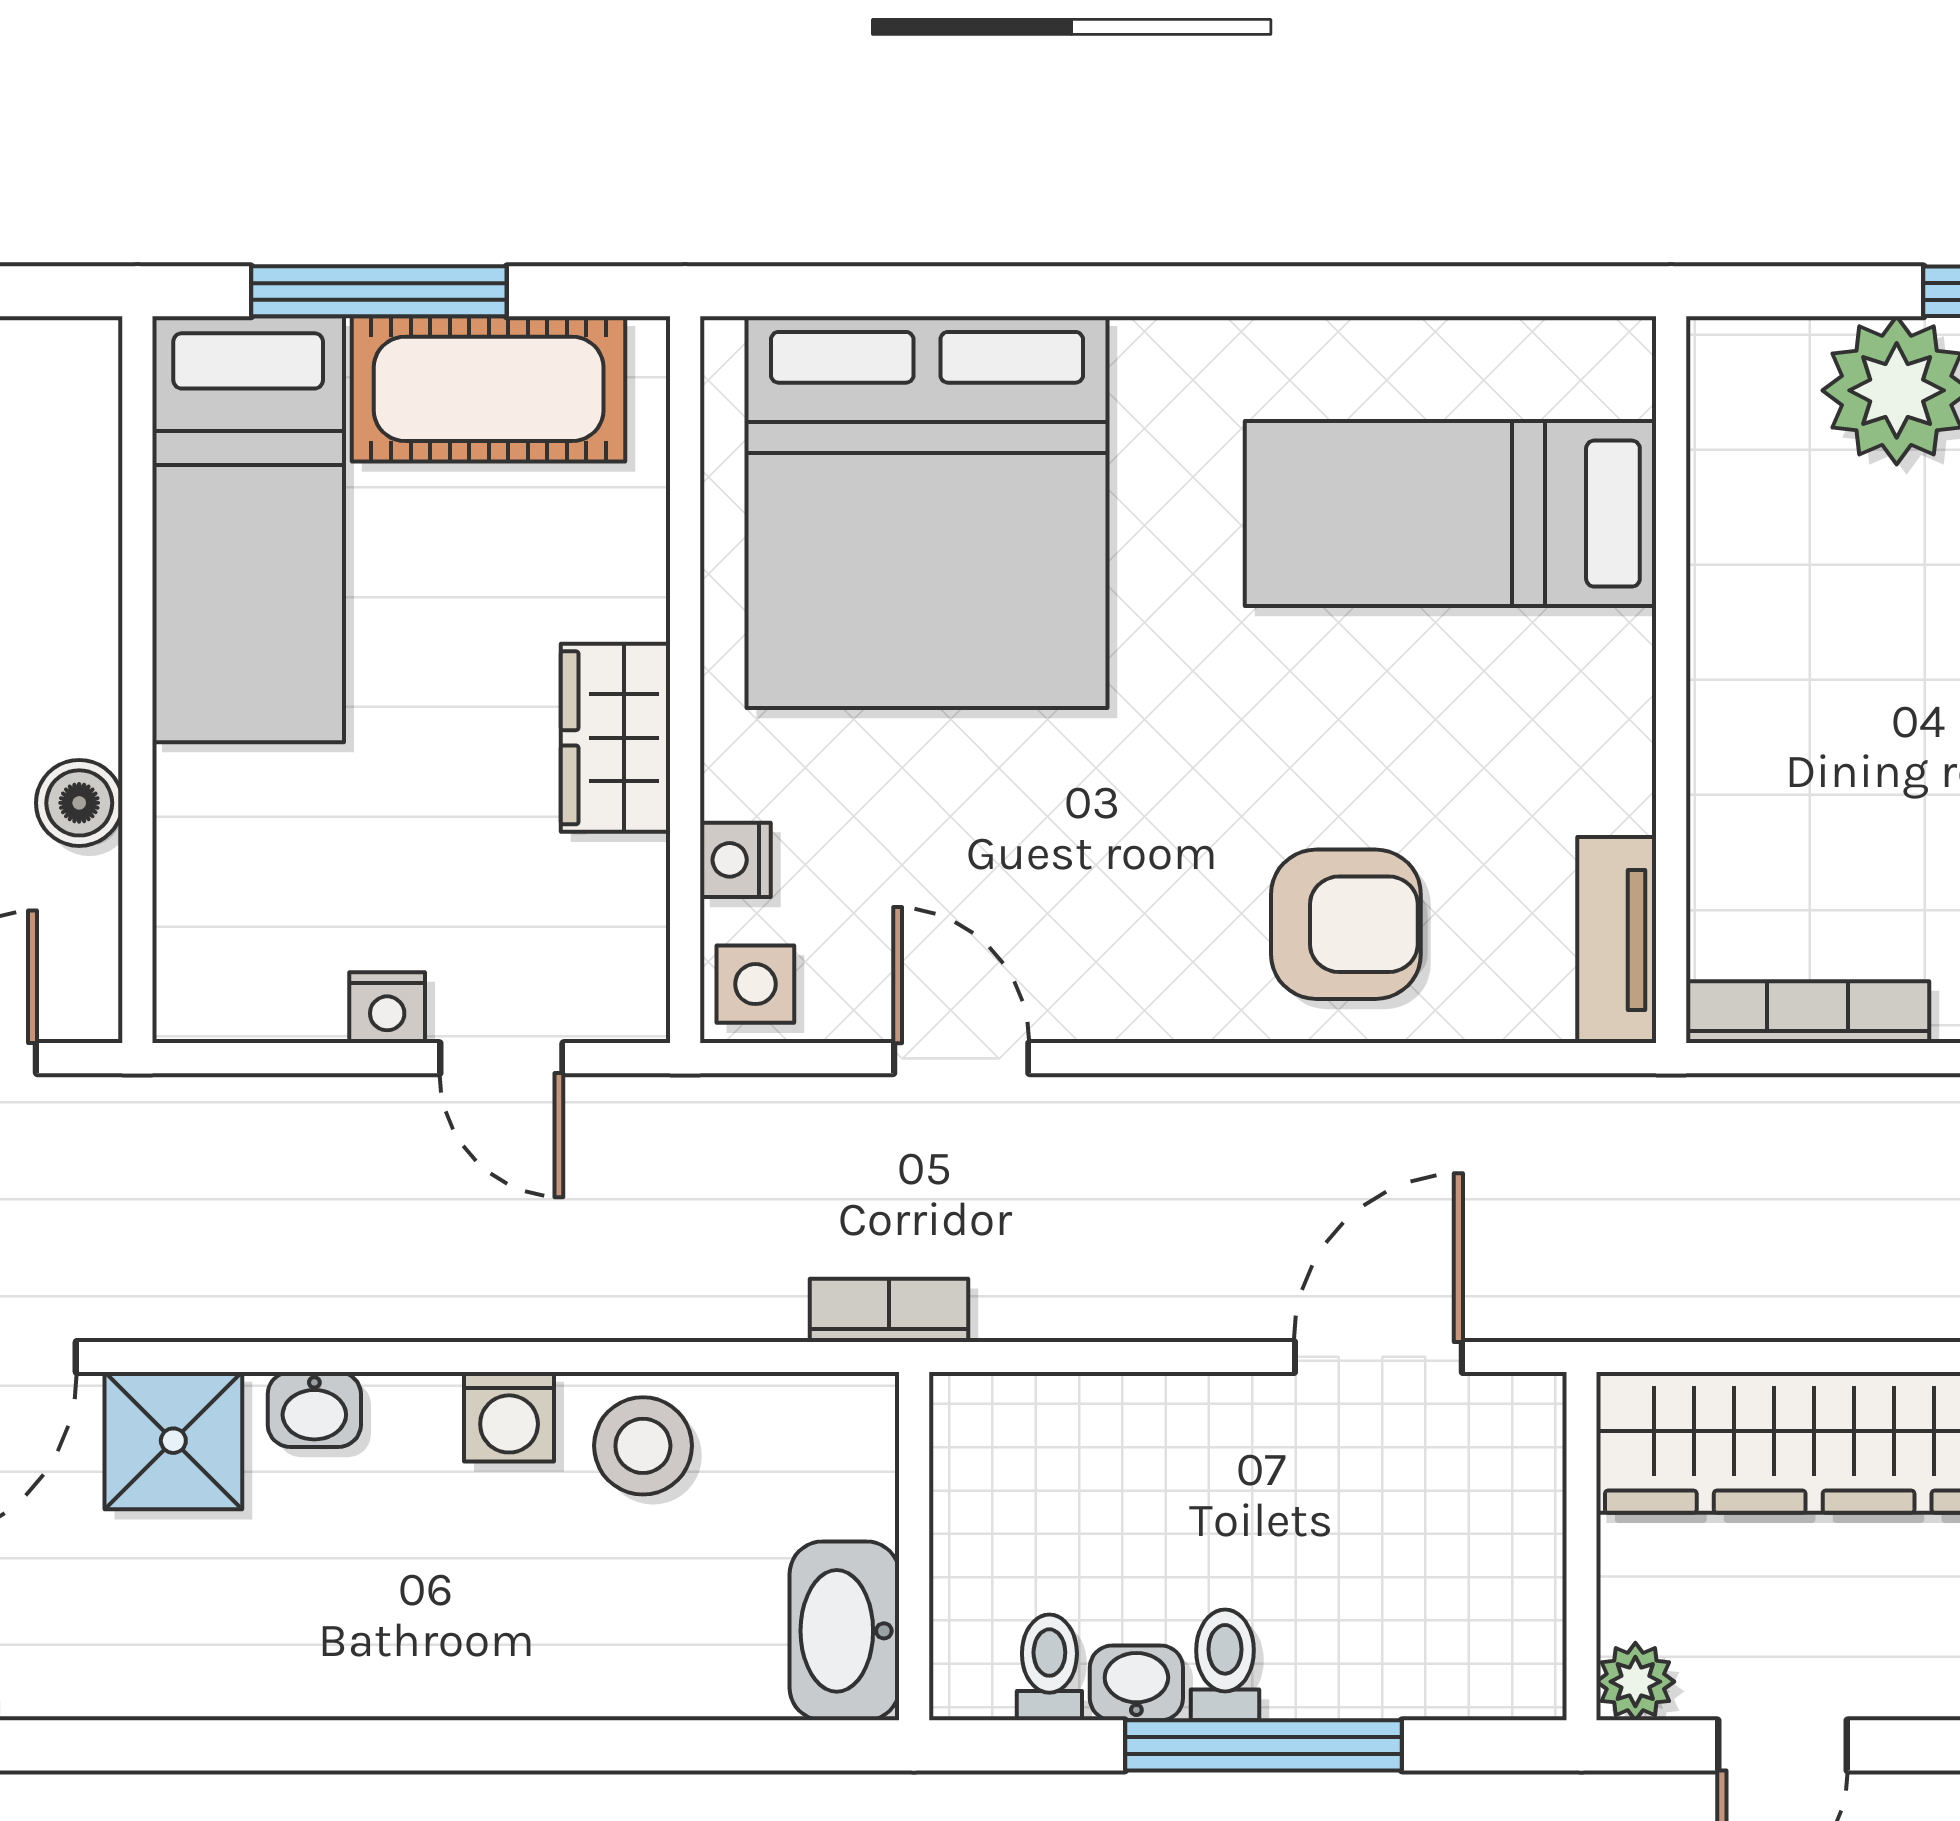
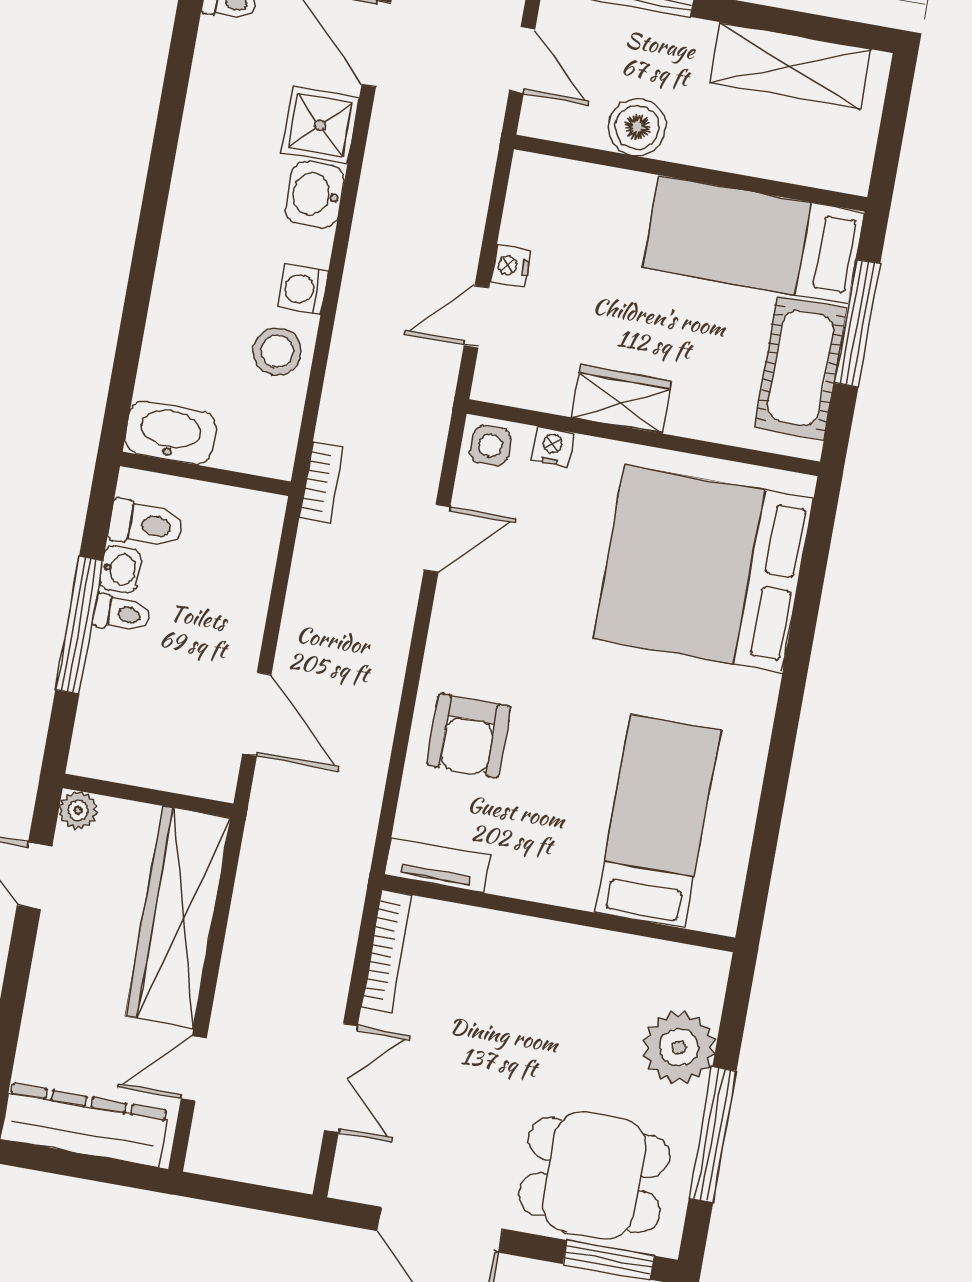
boiler: (79, 803) -> (637, 127), width x1.36, depth x1.36
washbasin: (314, 1409) -> (315, 194), width x1.38, depth x1.45
toilet: (1049, 1667) -> (146, 525), width x1.37, depth x1.39

